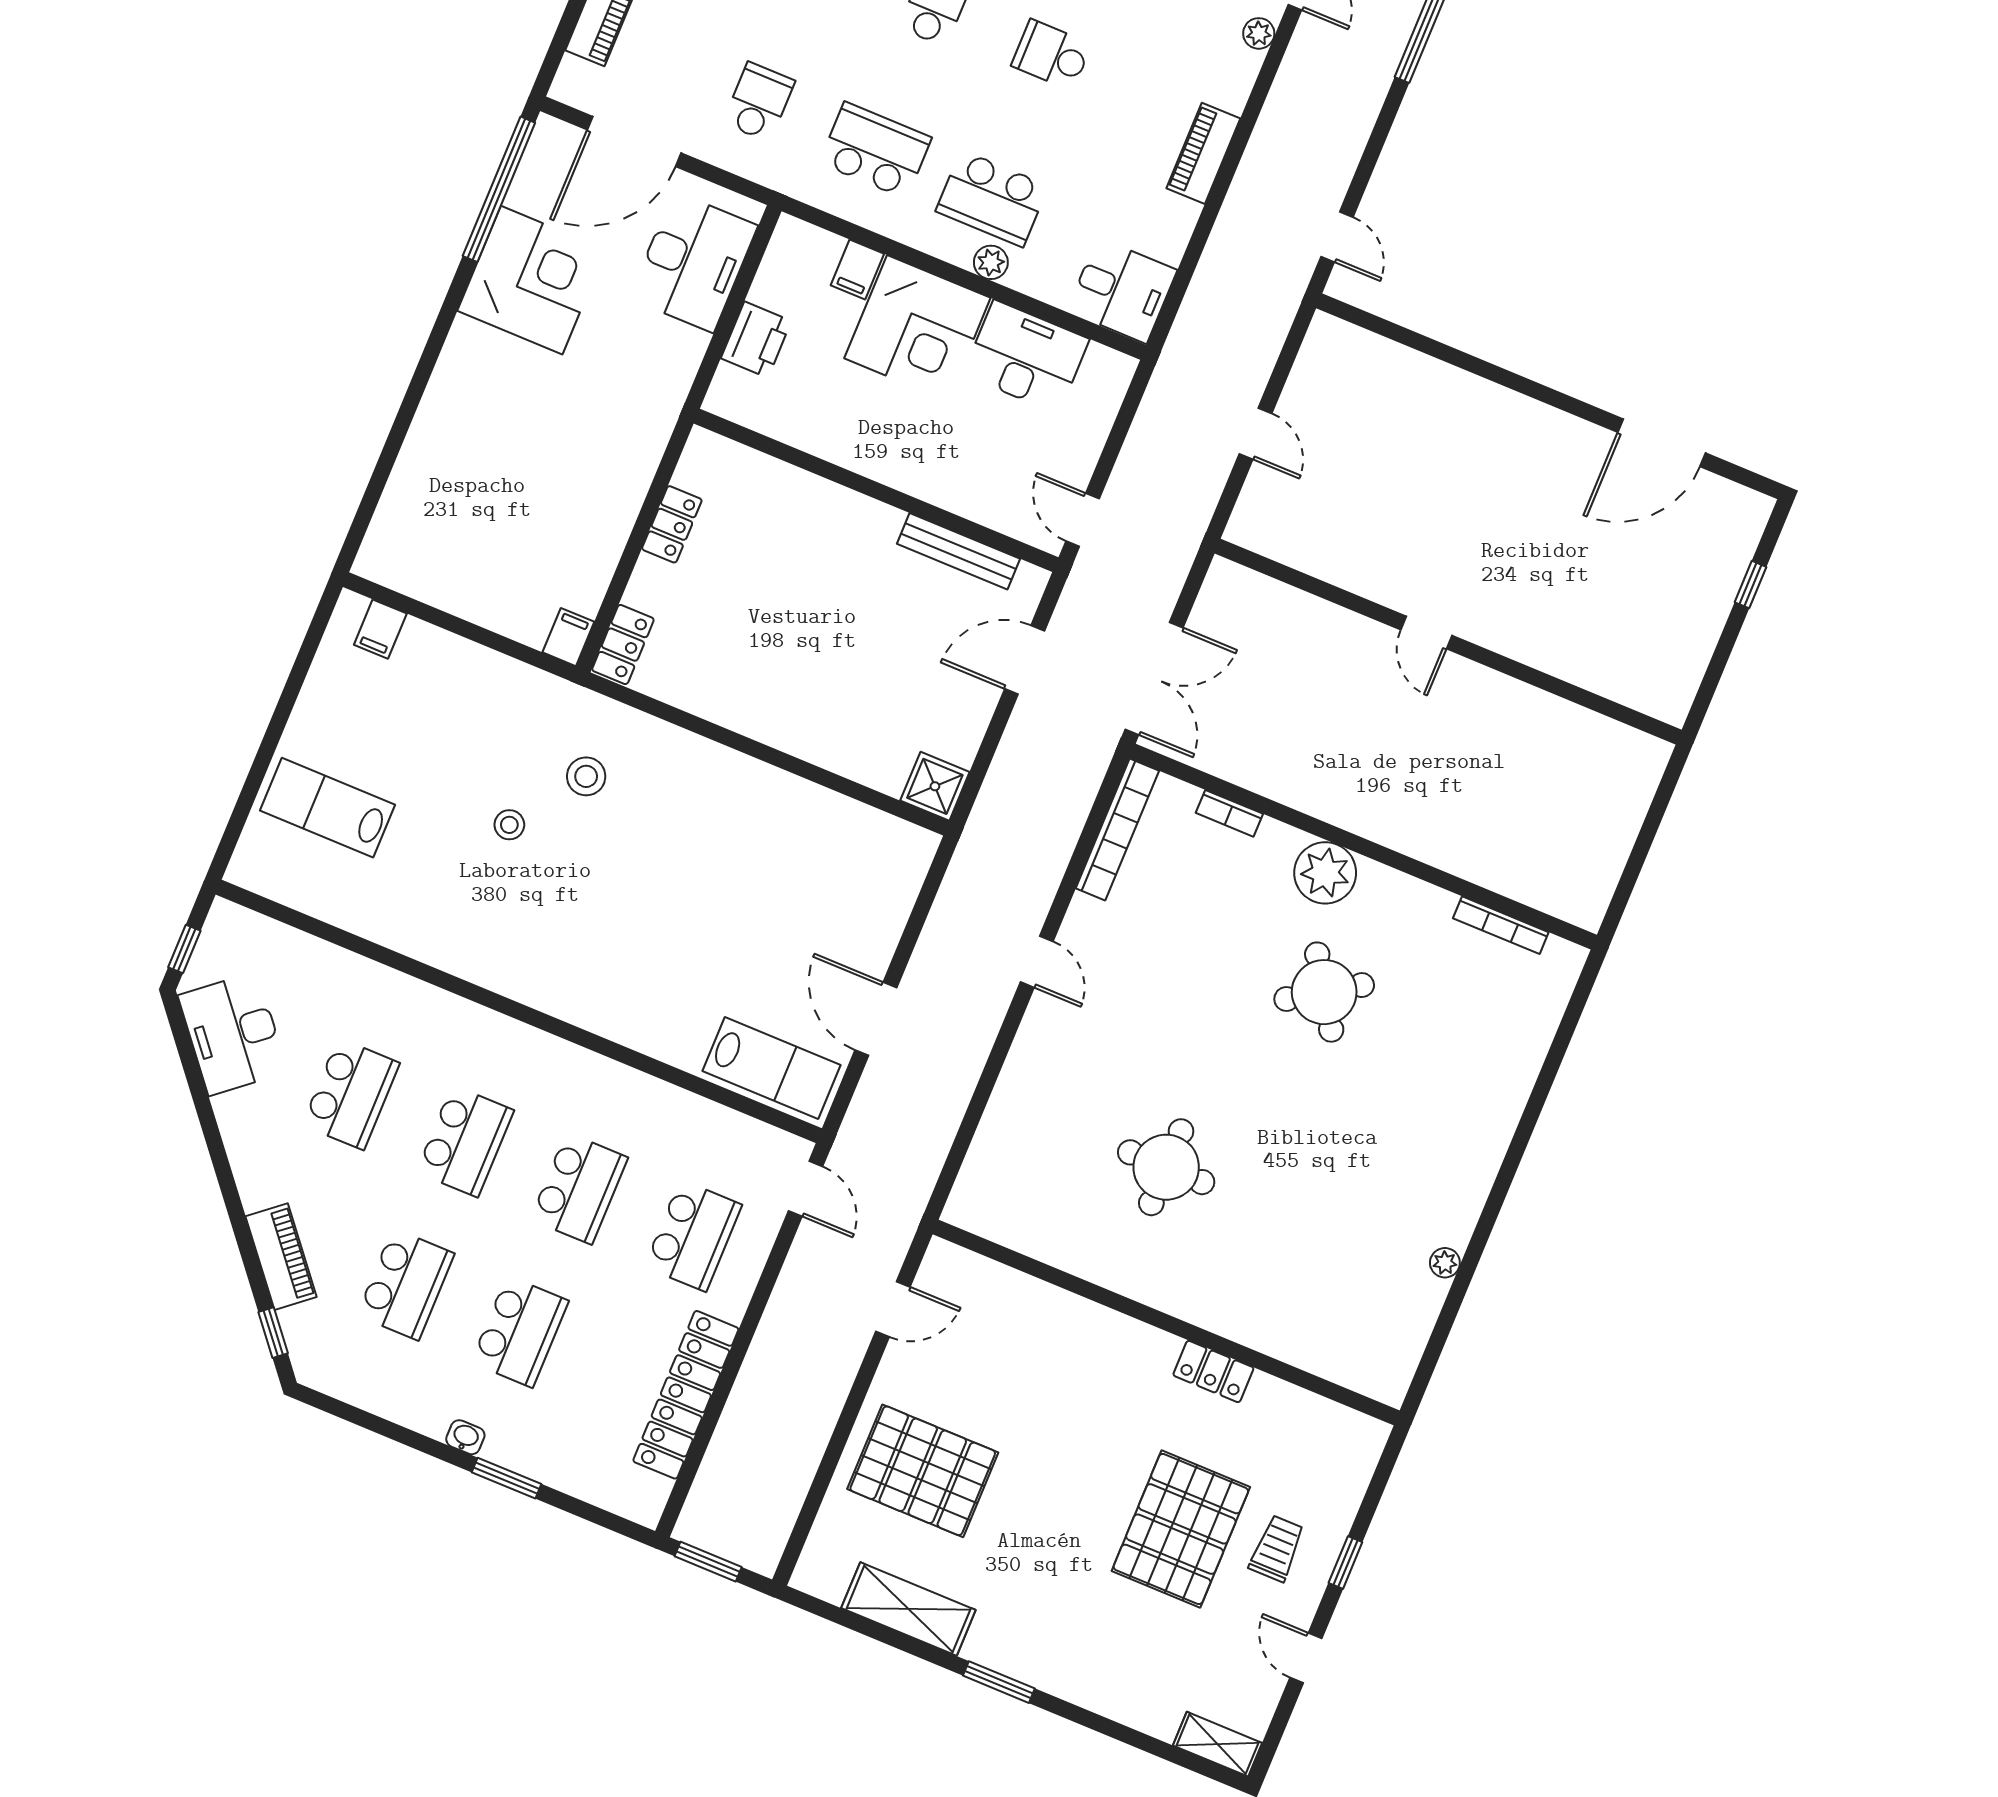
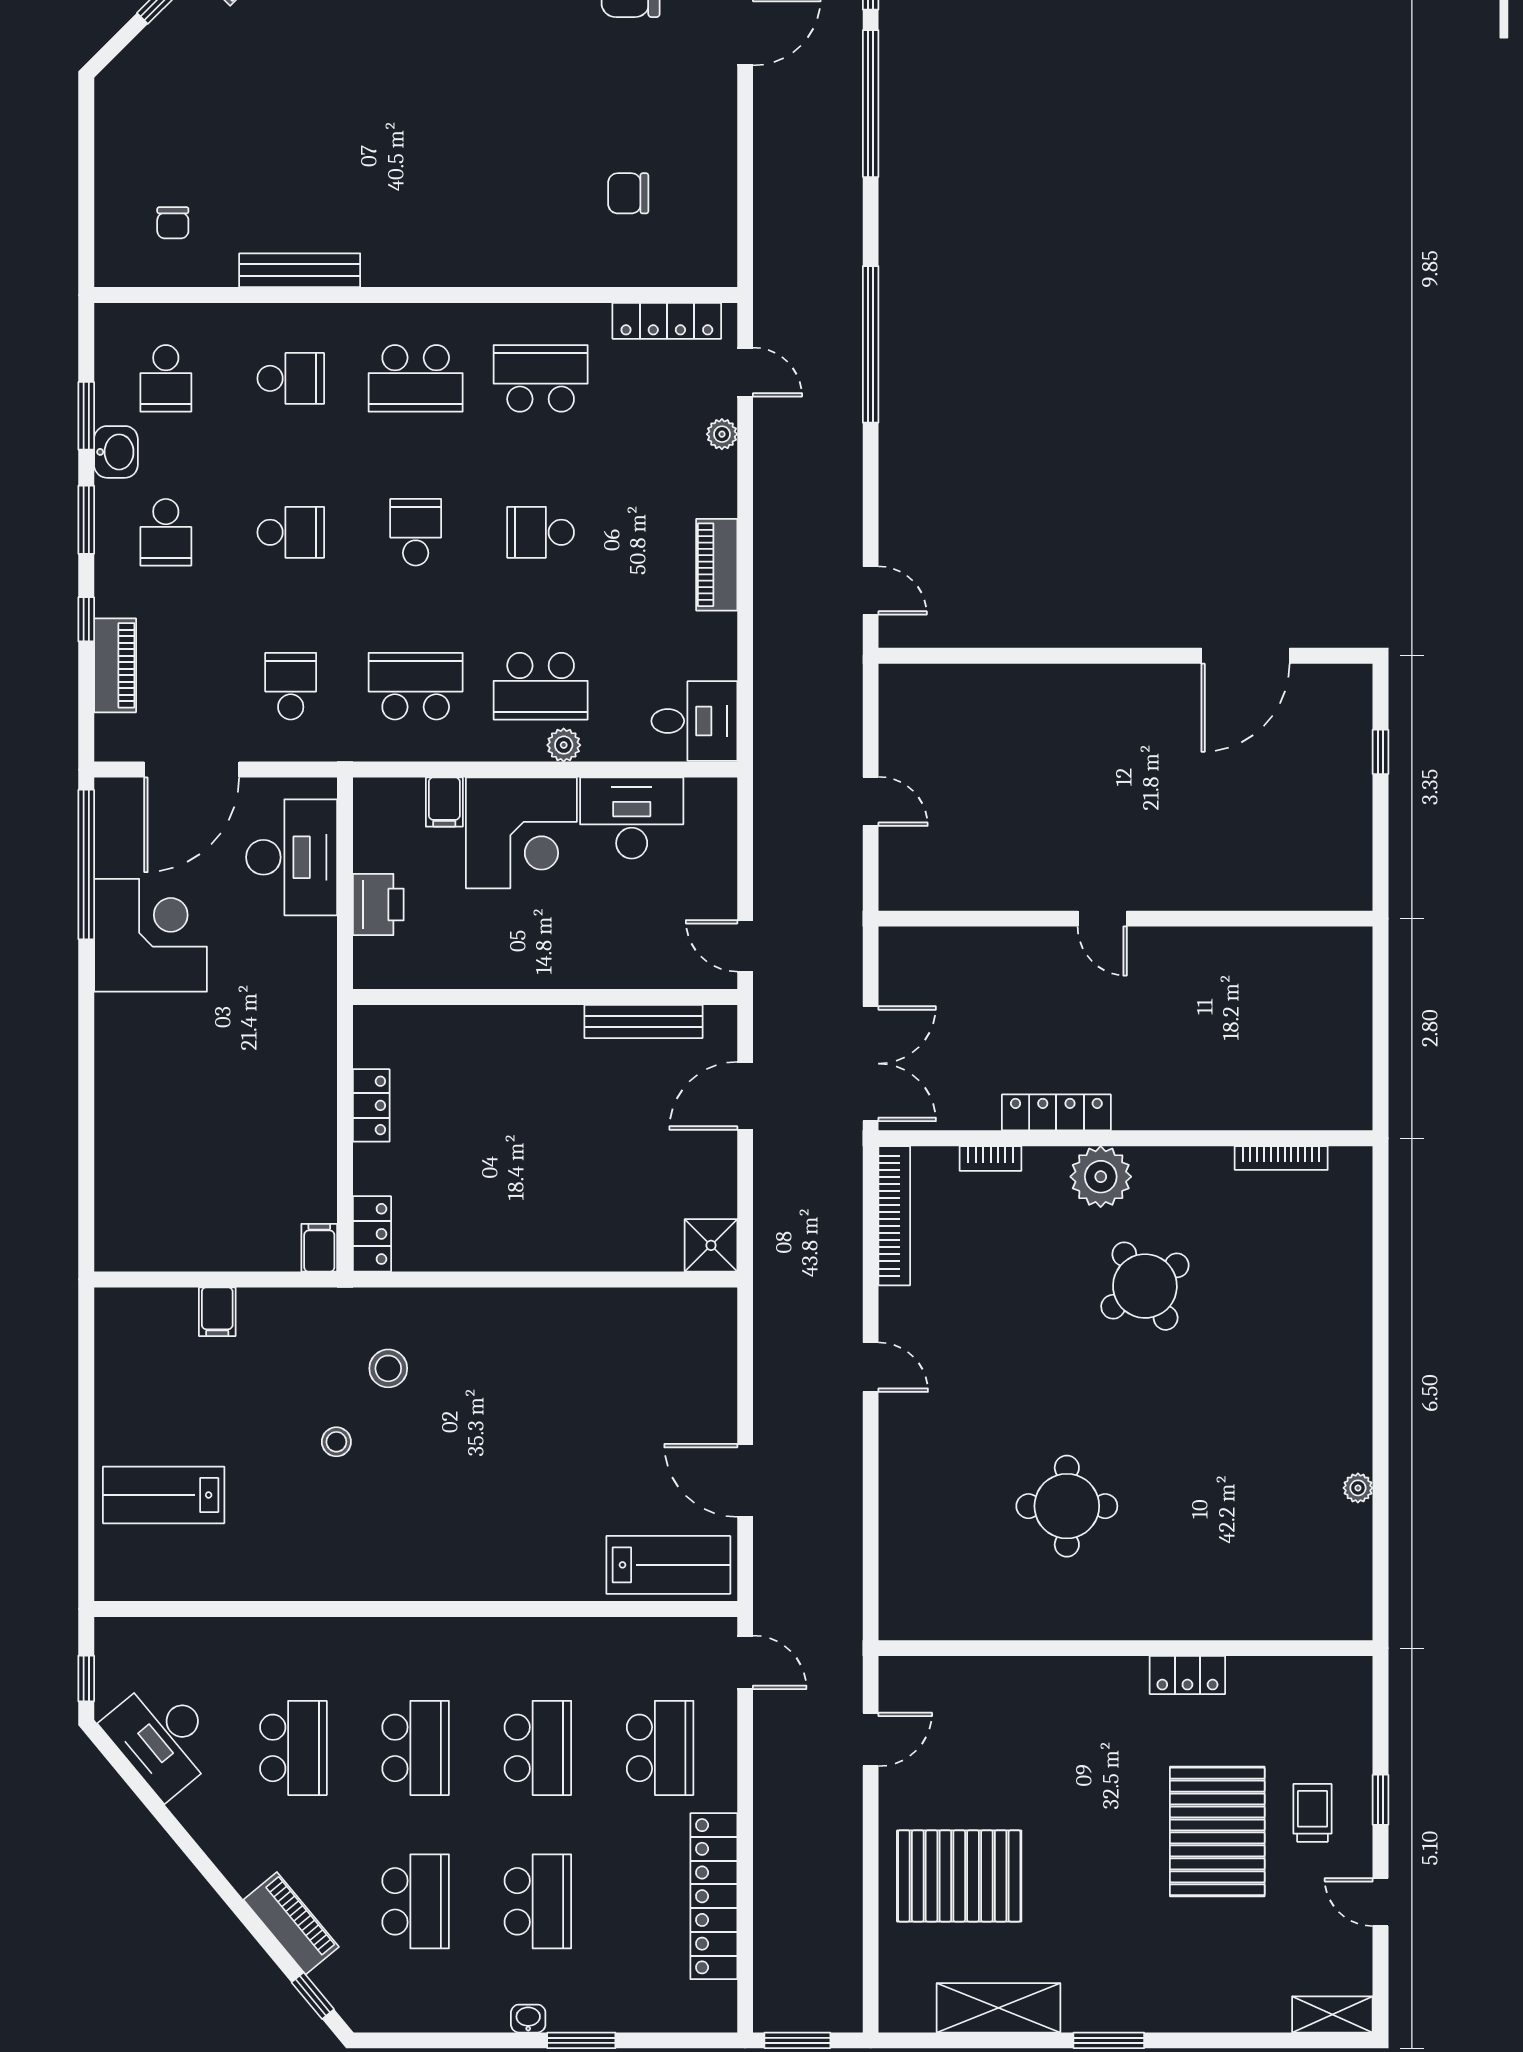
filing cabinet: (380, 629) -> (217, 1312), moved
locker: (1309, 796) -> (1056, 1112), added

